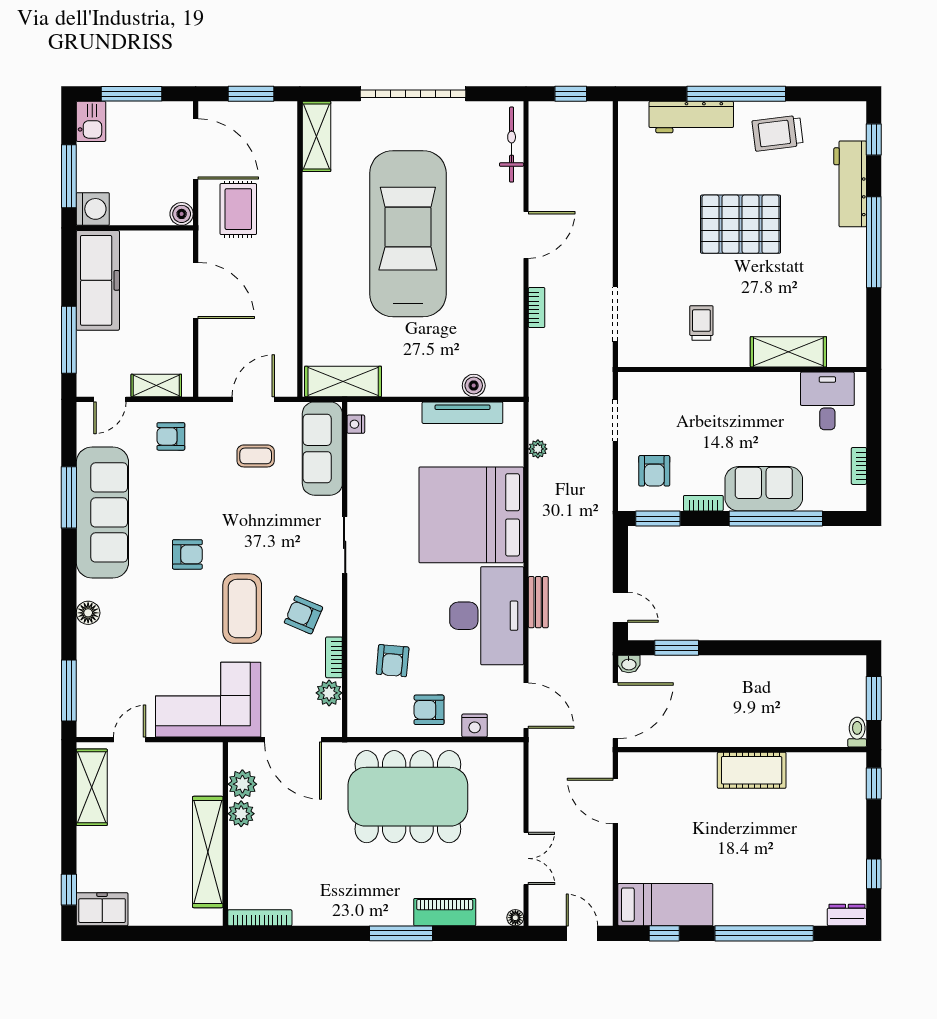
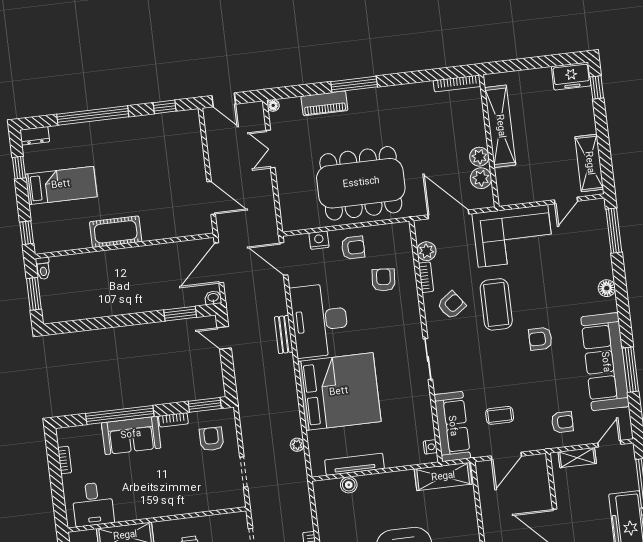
armchair: (303, 615) -> (452, 305), turned -59
bed: (665, 905) -> (61, 185), moved, turned 180

